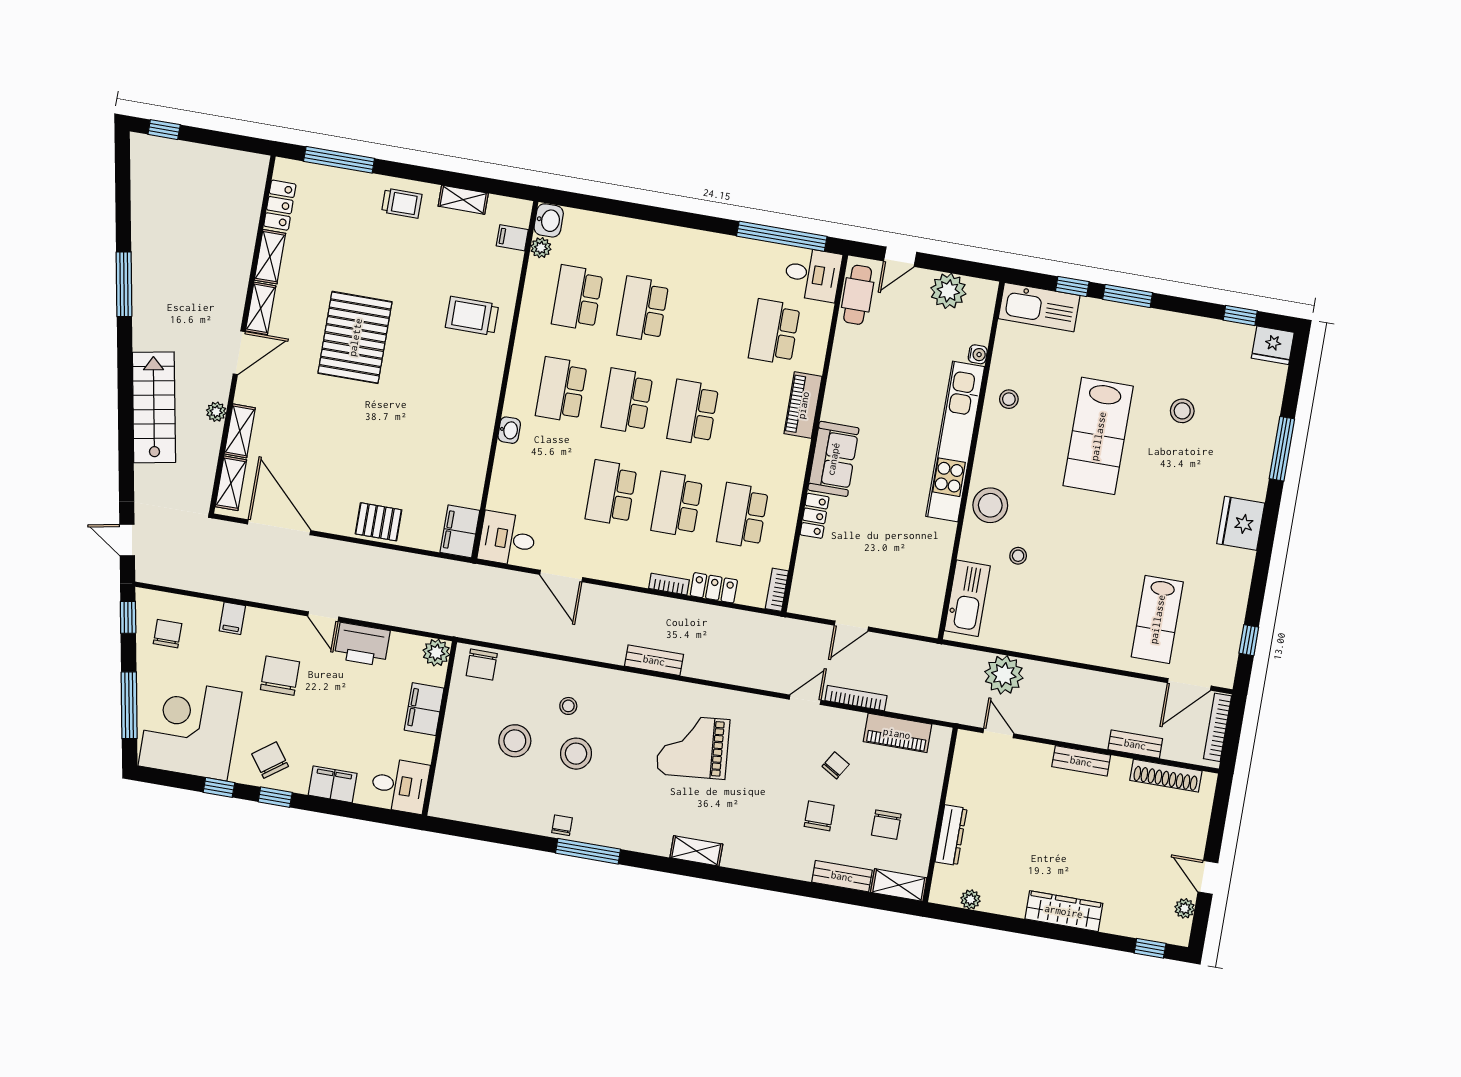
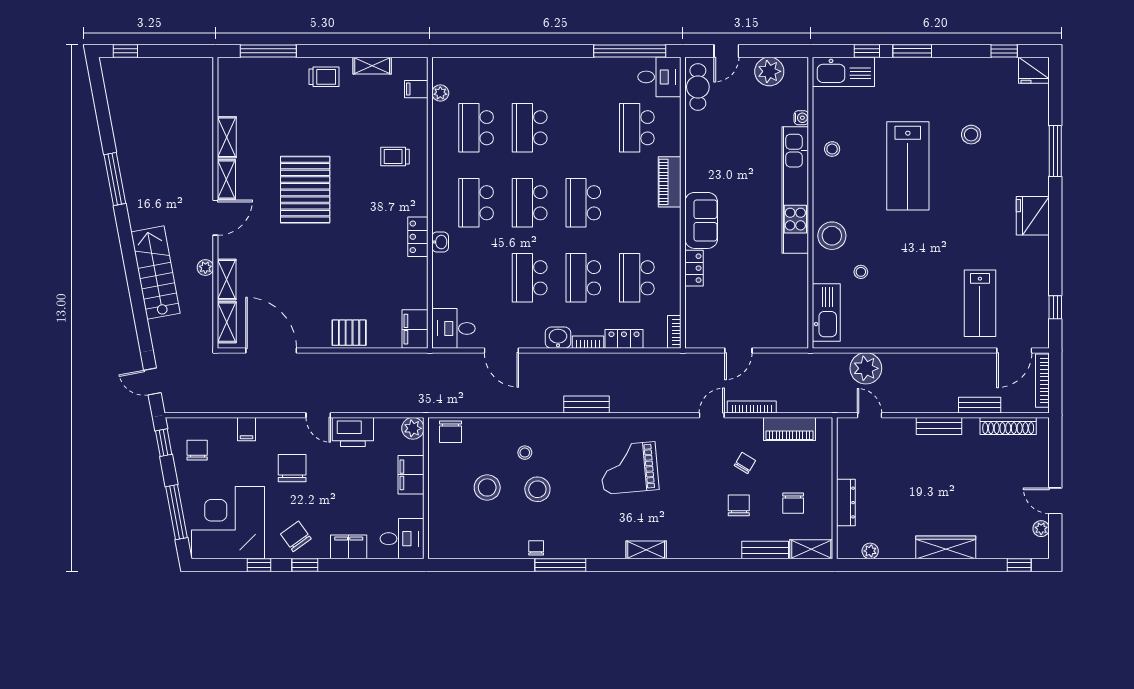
locker: (280, 205) -> (418, 237), moved, turned 180
washbasin: (549, 220) -> (558, 338), moved, turned -90
trolley: (472, 316) -> (395, 157), width x0.73, depth x0.72

